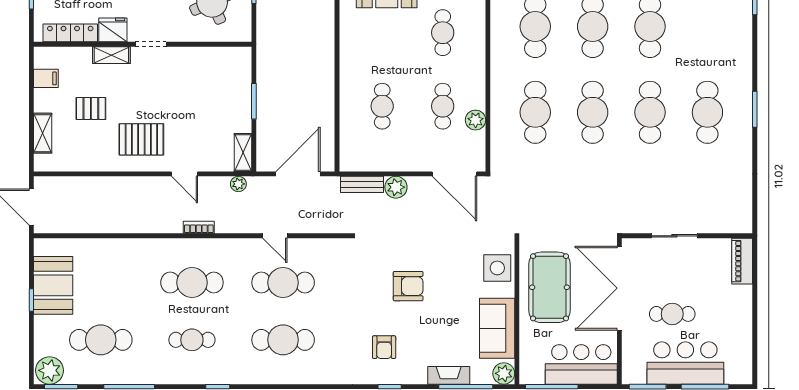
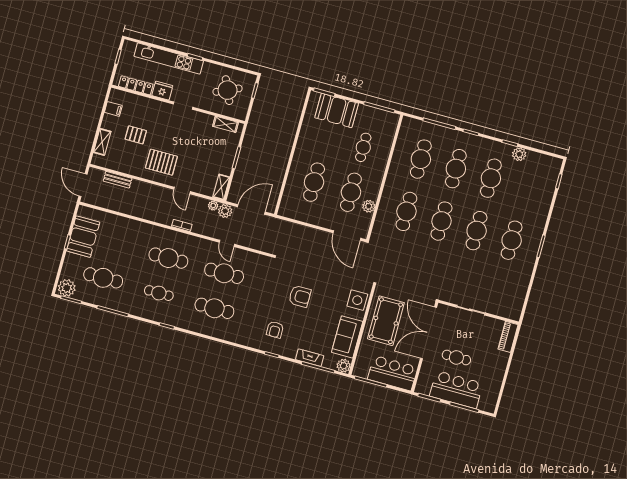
shelving: (111, 55) -> (226, 124), moved
cafe table: (382, 106) -> (314, 182), width x1.37, depth x1.35
cafe table: (443, 106) -> (351, 192), width x1.37, depth x1.35
bench: (362, 184) -> (118, 180), moved
plant: (396, 187) -> (225, 211), moved

